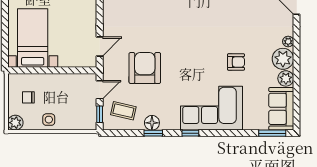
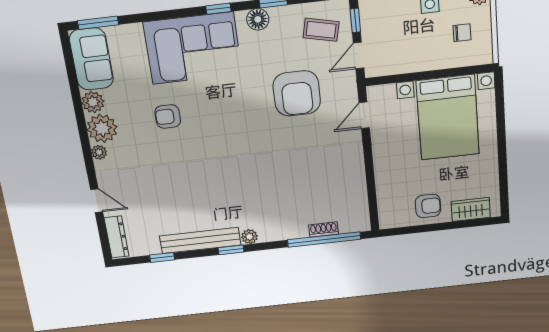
bed with nightstands: (33, 38) -> (448, 118), width x1.36
floor lamp: (152, 123) -> (258, 19), moved

